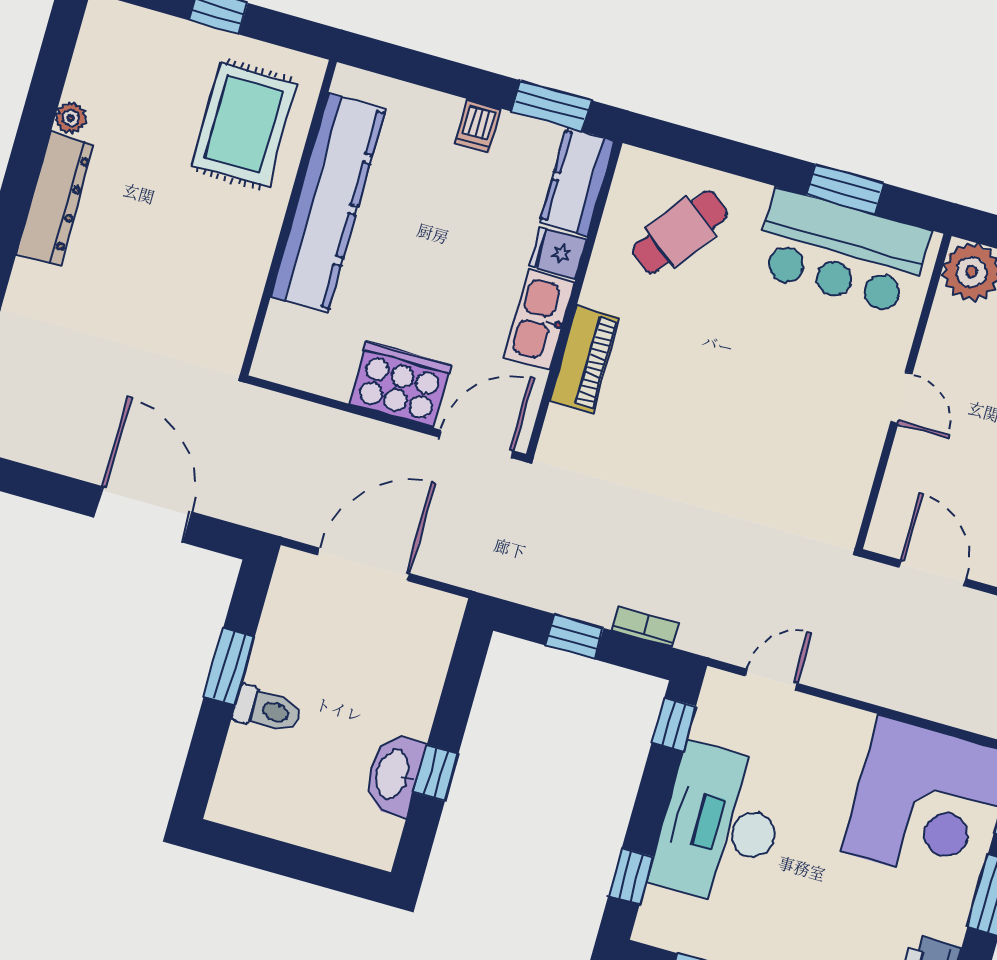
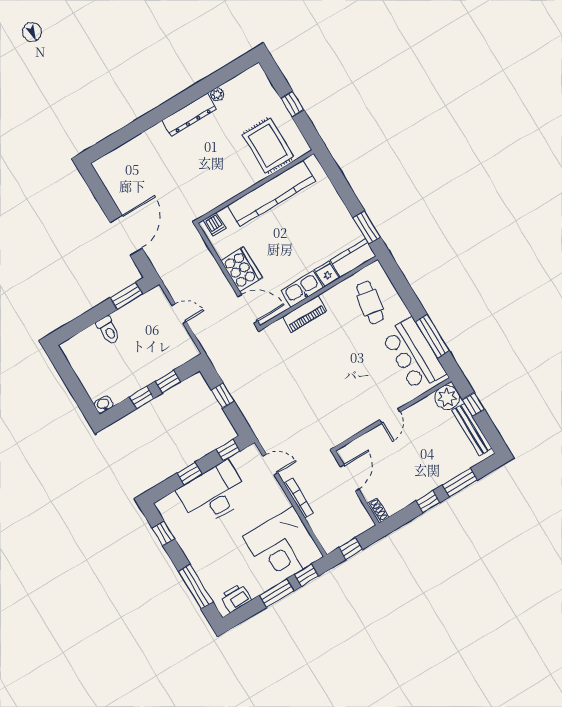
rug: (244, 125) -> (268, 146), turned 90
dishwasher: (478, 126) -> (215, 224), moved, turned -90
window: (845, 189) -> (432, 336), width x1.44
cafe table: (680, 232) -> (370, 302), turned 63
door: (364, 564) -> (179, 313), width x0.53
bookcase: (646, 627) -> (299, 498), moved, width x1.56
window: (229, 667) -> (126, 296), moved
window: (456, 702) -> (168, 382), added
washbasin: (394, 775) -> (104, 405), moved, width x0.52, depth x0.69
window: (631, 876) -> (190, 473), moved

